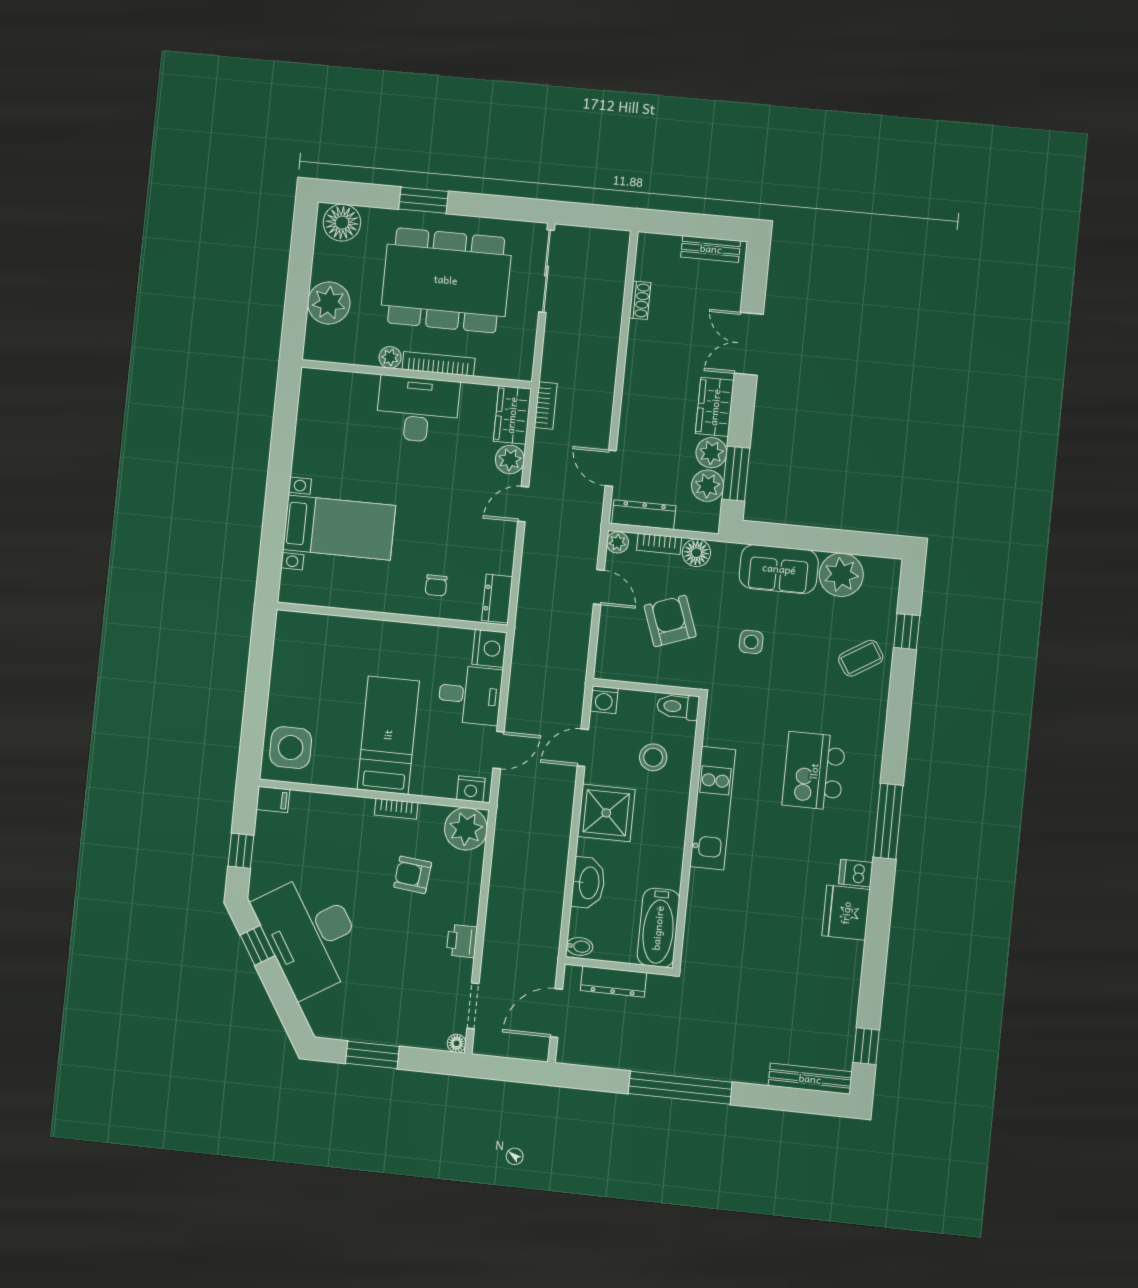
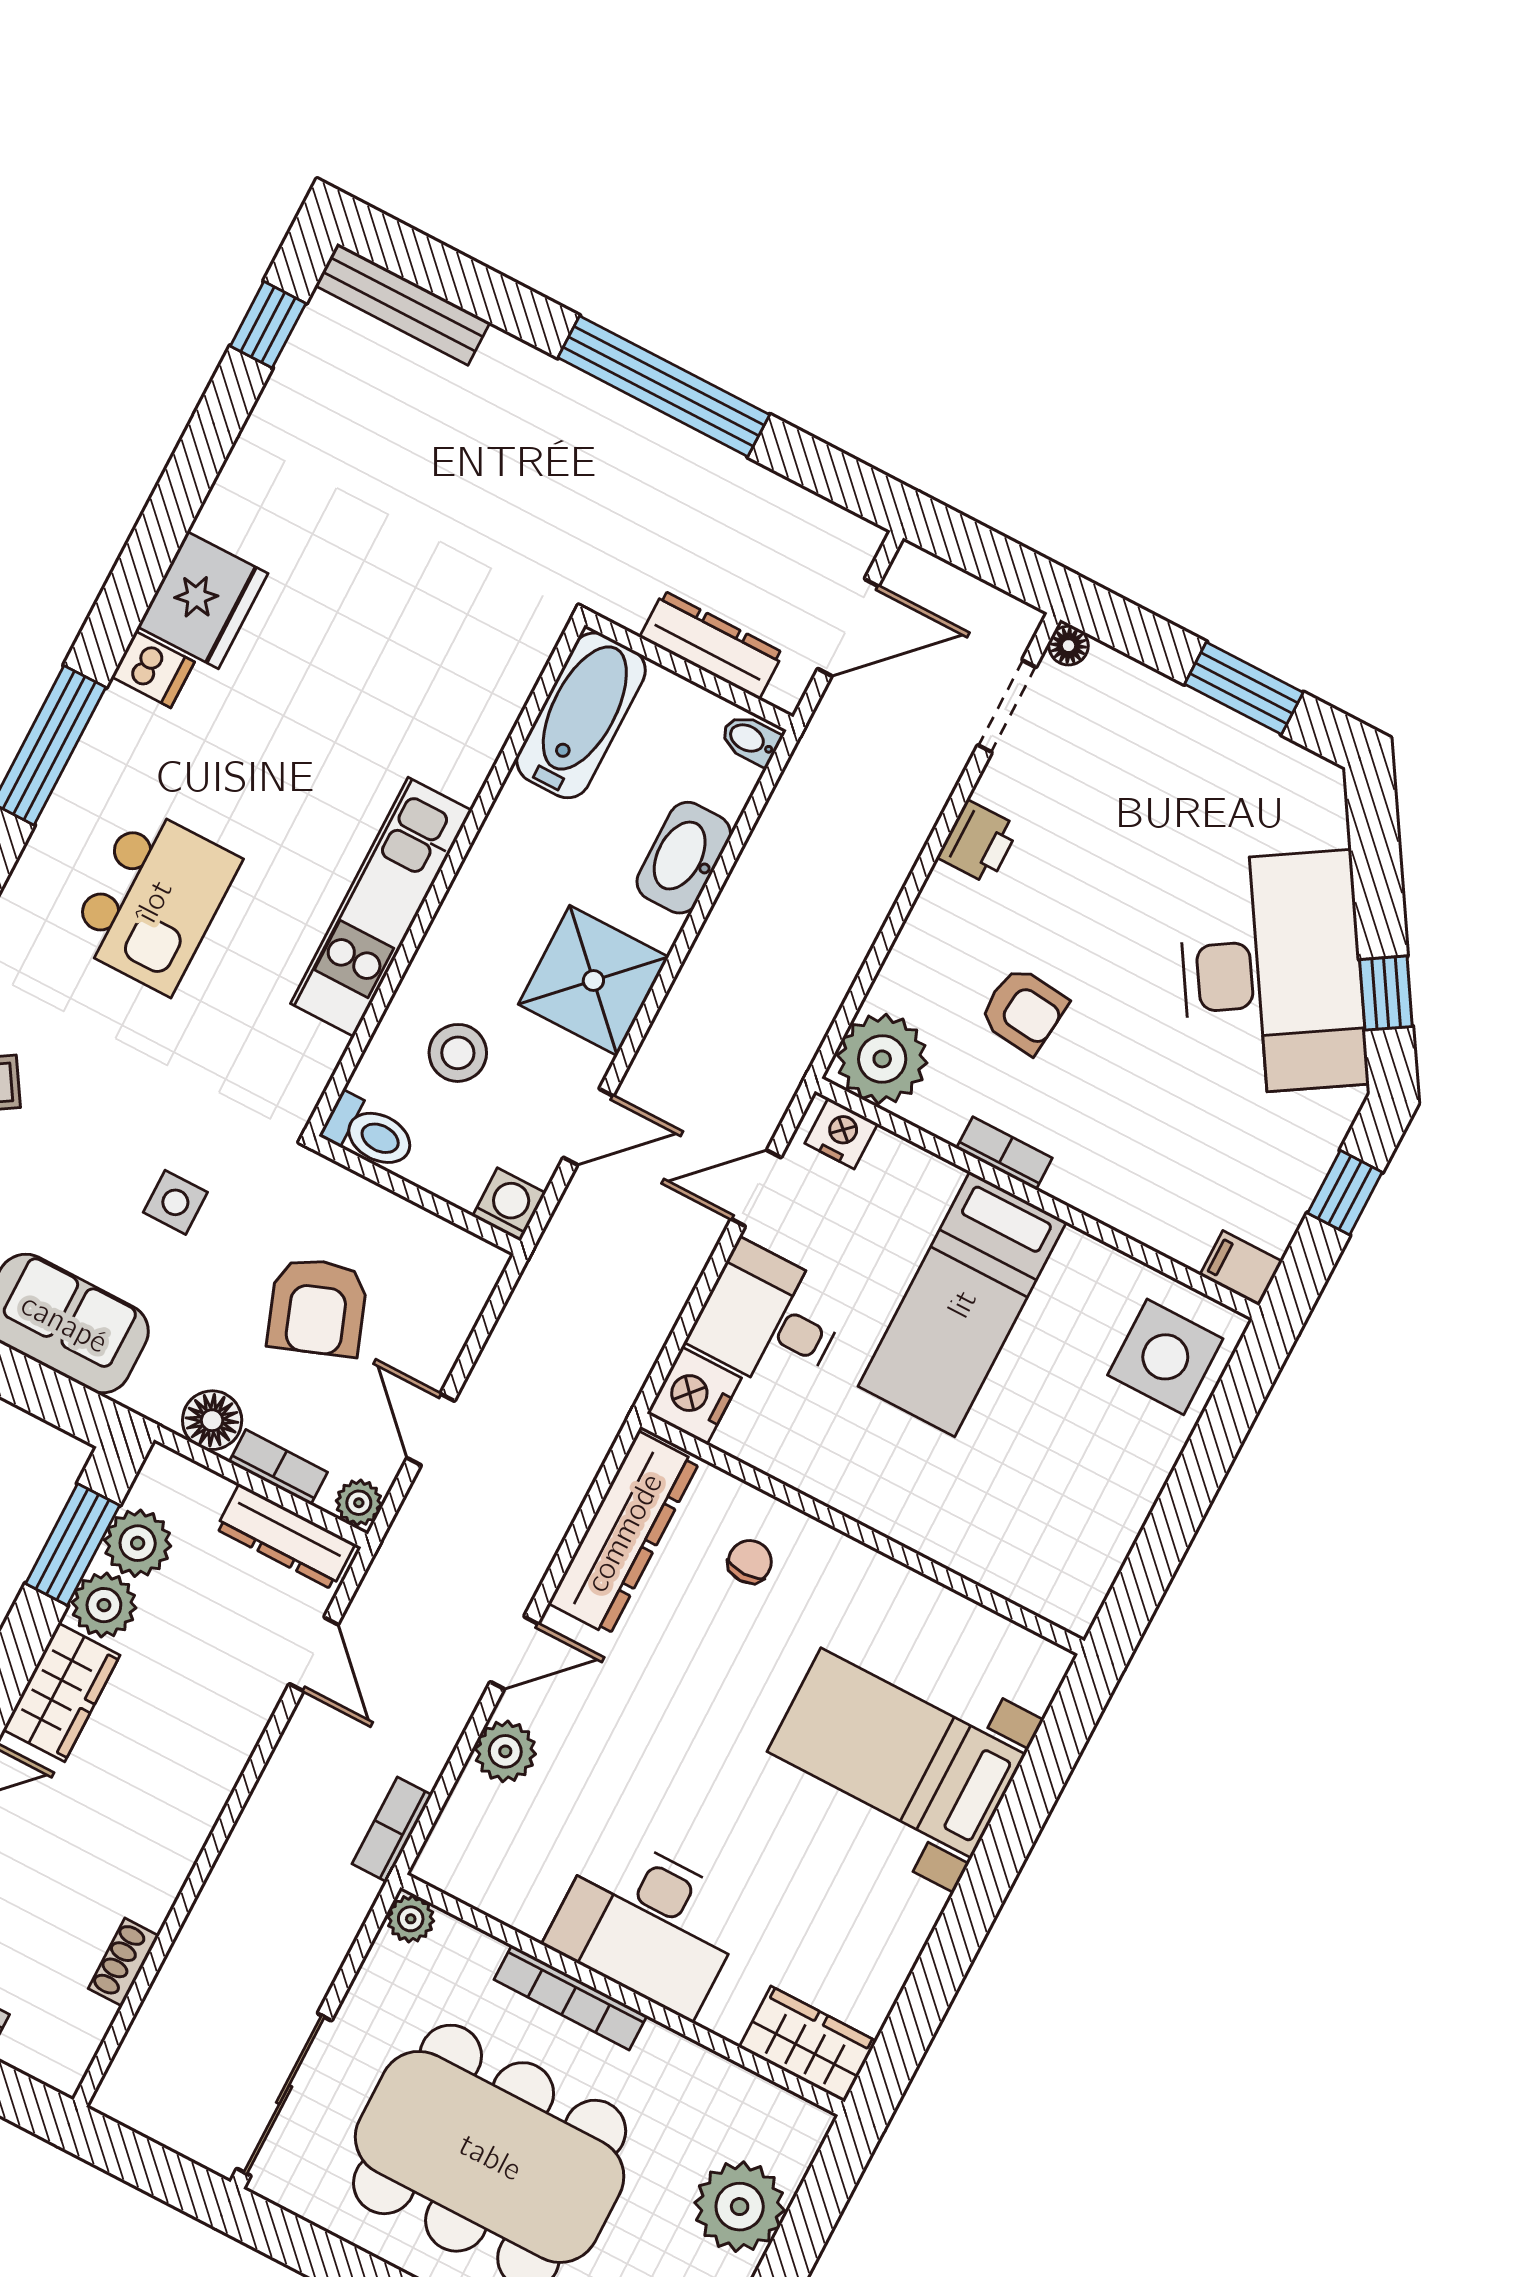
plant: (390, 357) -> (411, 1919), moved
wardrobe: (512, 415) -> (808, 2044), moved, turned -90
dresser: (497, 599) -> (624, 1533), width x1.96, depth x1.24

